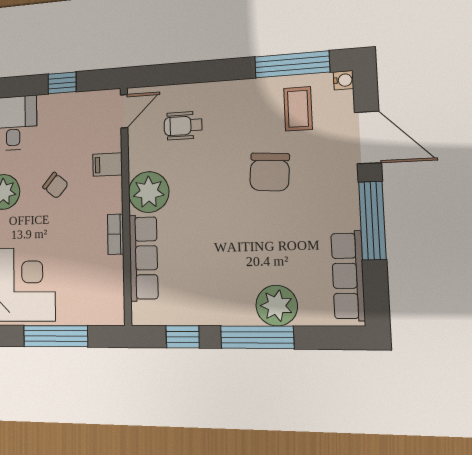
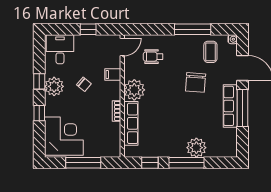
window: (292, 64) -> (193, 29), moved
row of seats: (348, 276) -> (230, 106), moved

